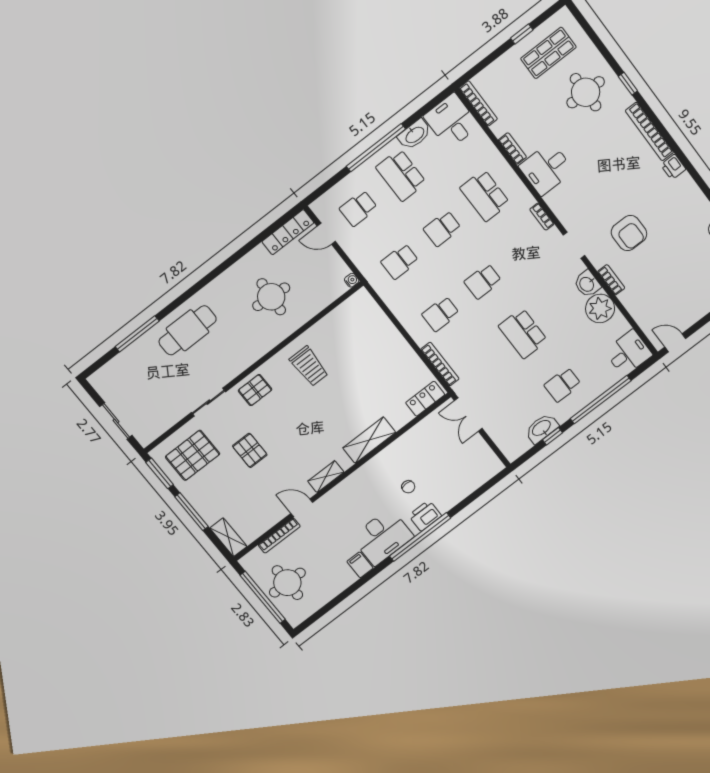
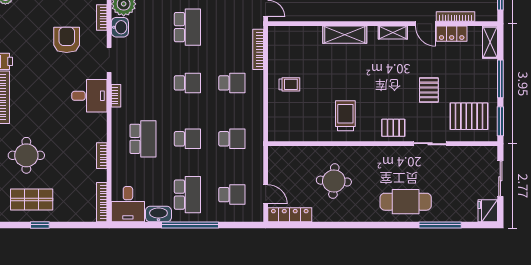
desk: (546, 169) -> (89, 96), moved
water cooler: (352, 280) -> (273, 151), removed
trolley: (385, 355) -> (289, 84), added
fridge: (103, 382) -> (488, 211), added
locker: (425, 399) -> (452, 34), moved

